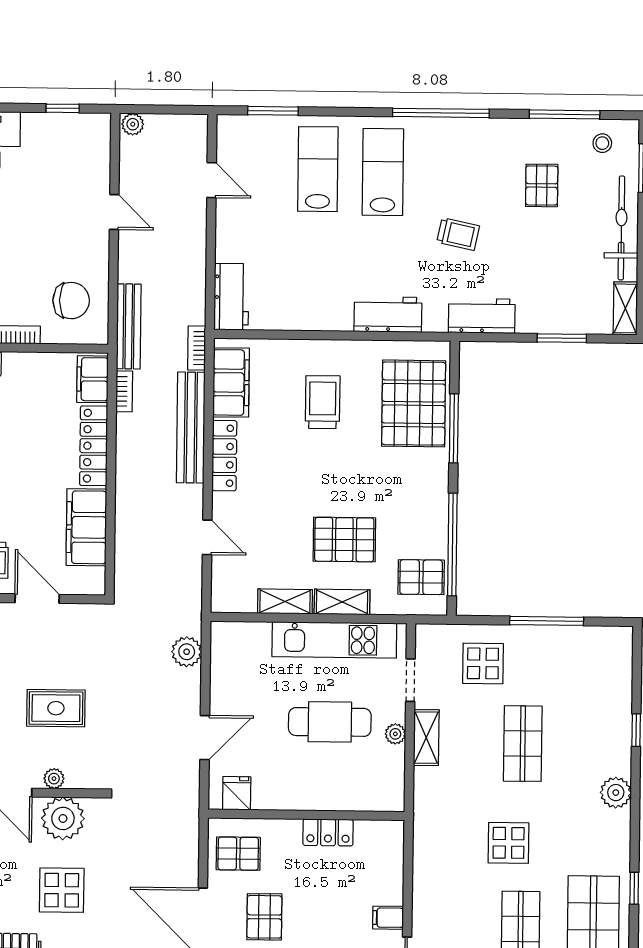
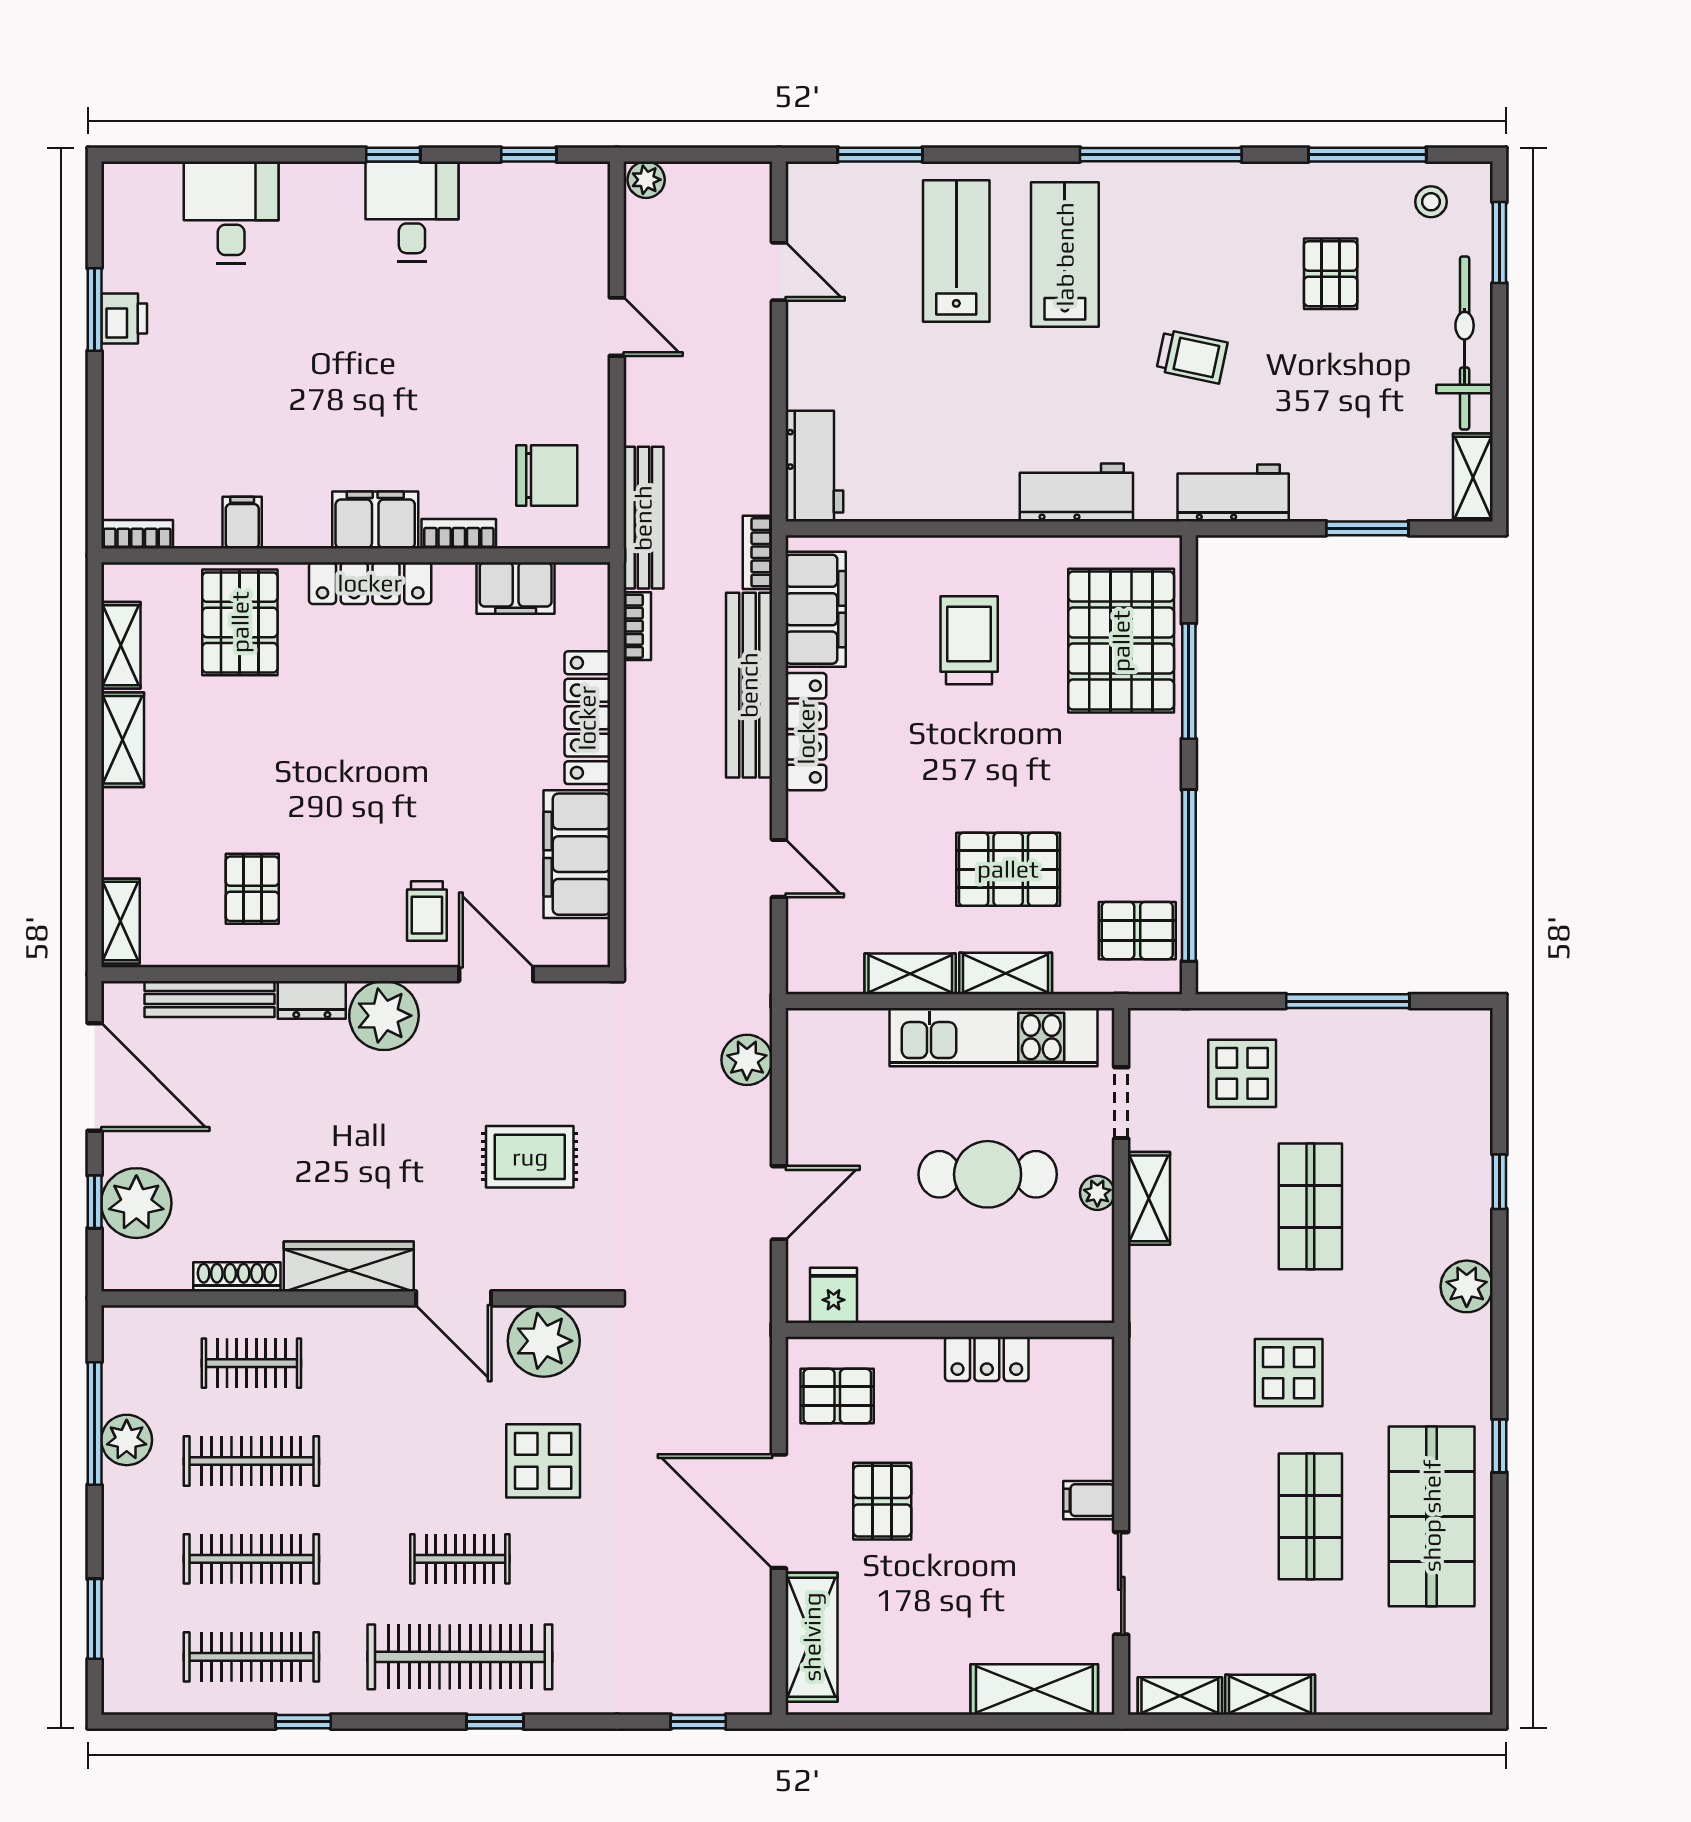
filing cabinet: (93, 379) -> (516, 588), moved, turned -90
plant: (54, 779) -> (528, 1275), removed

